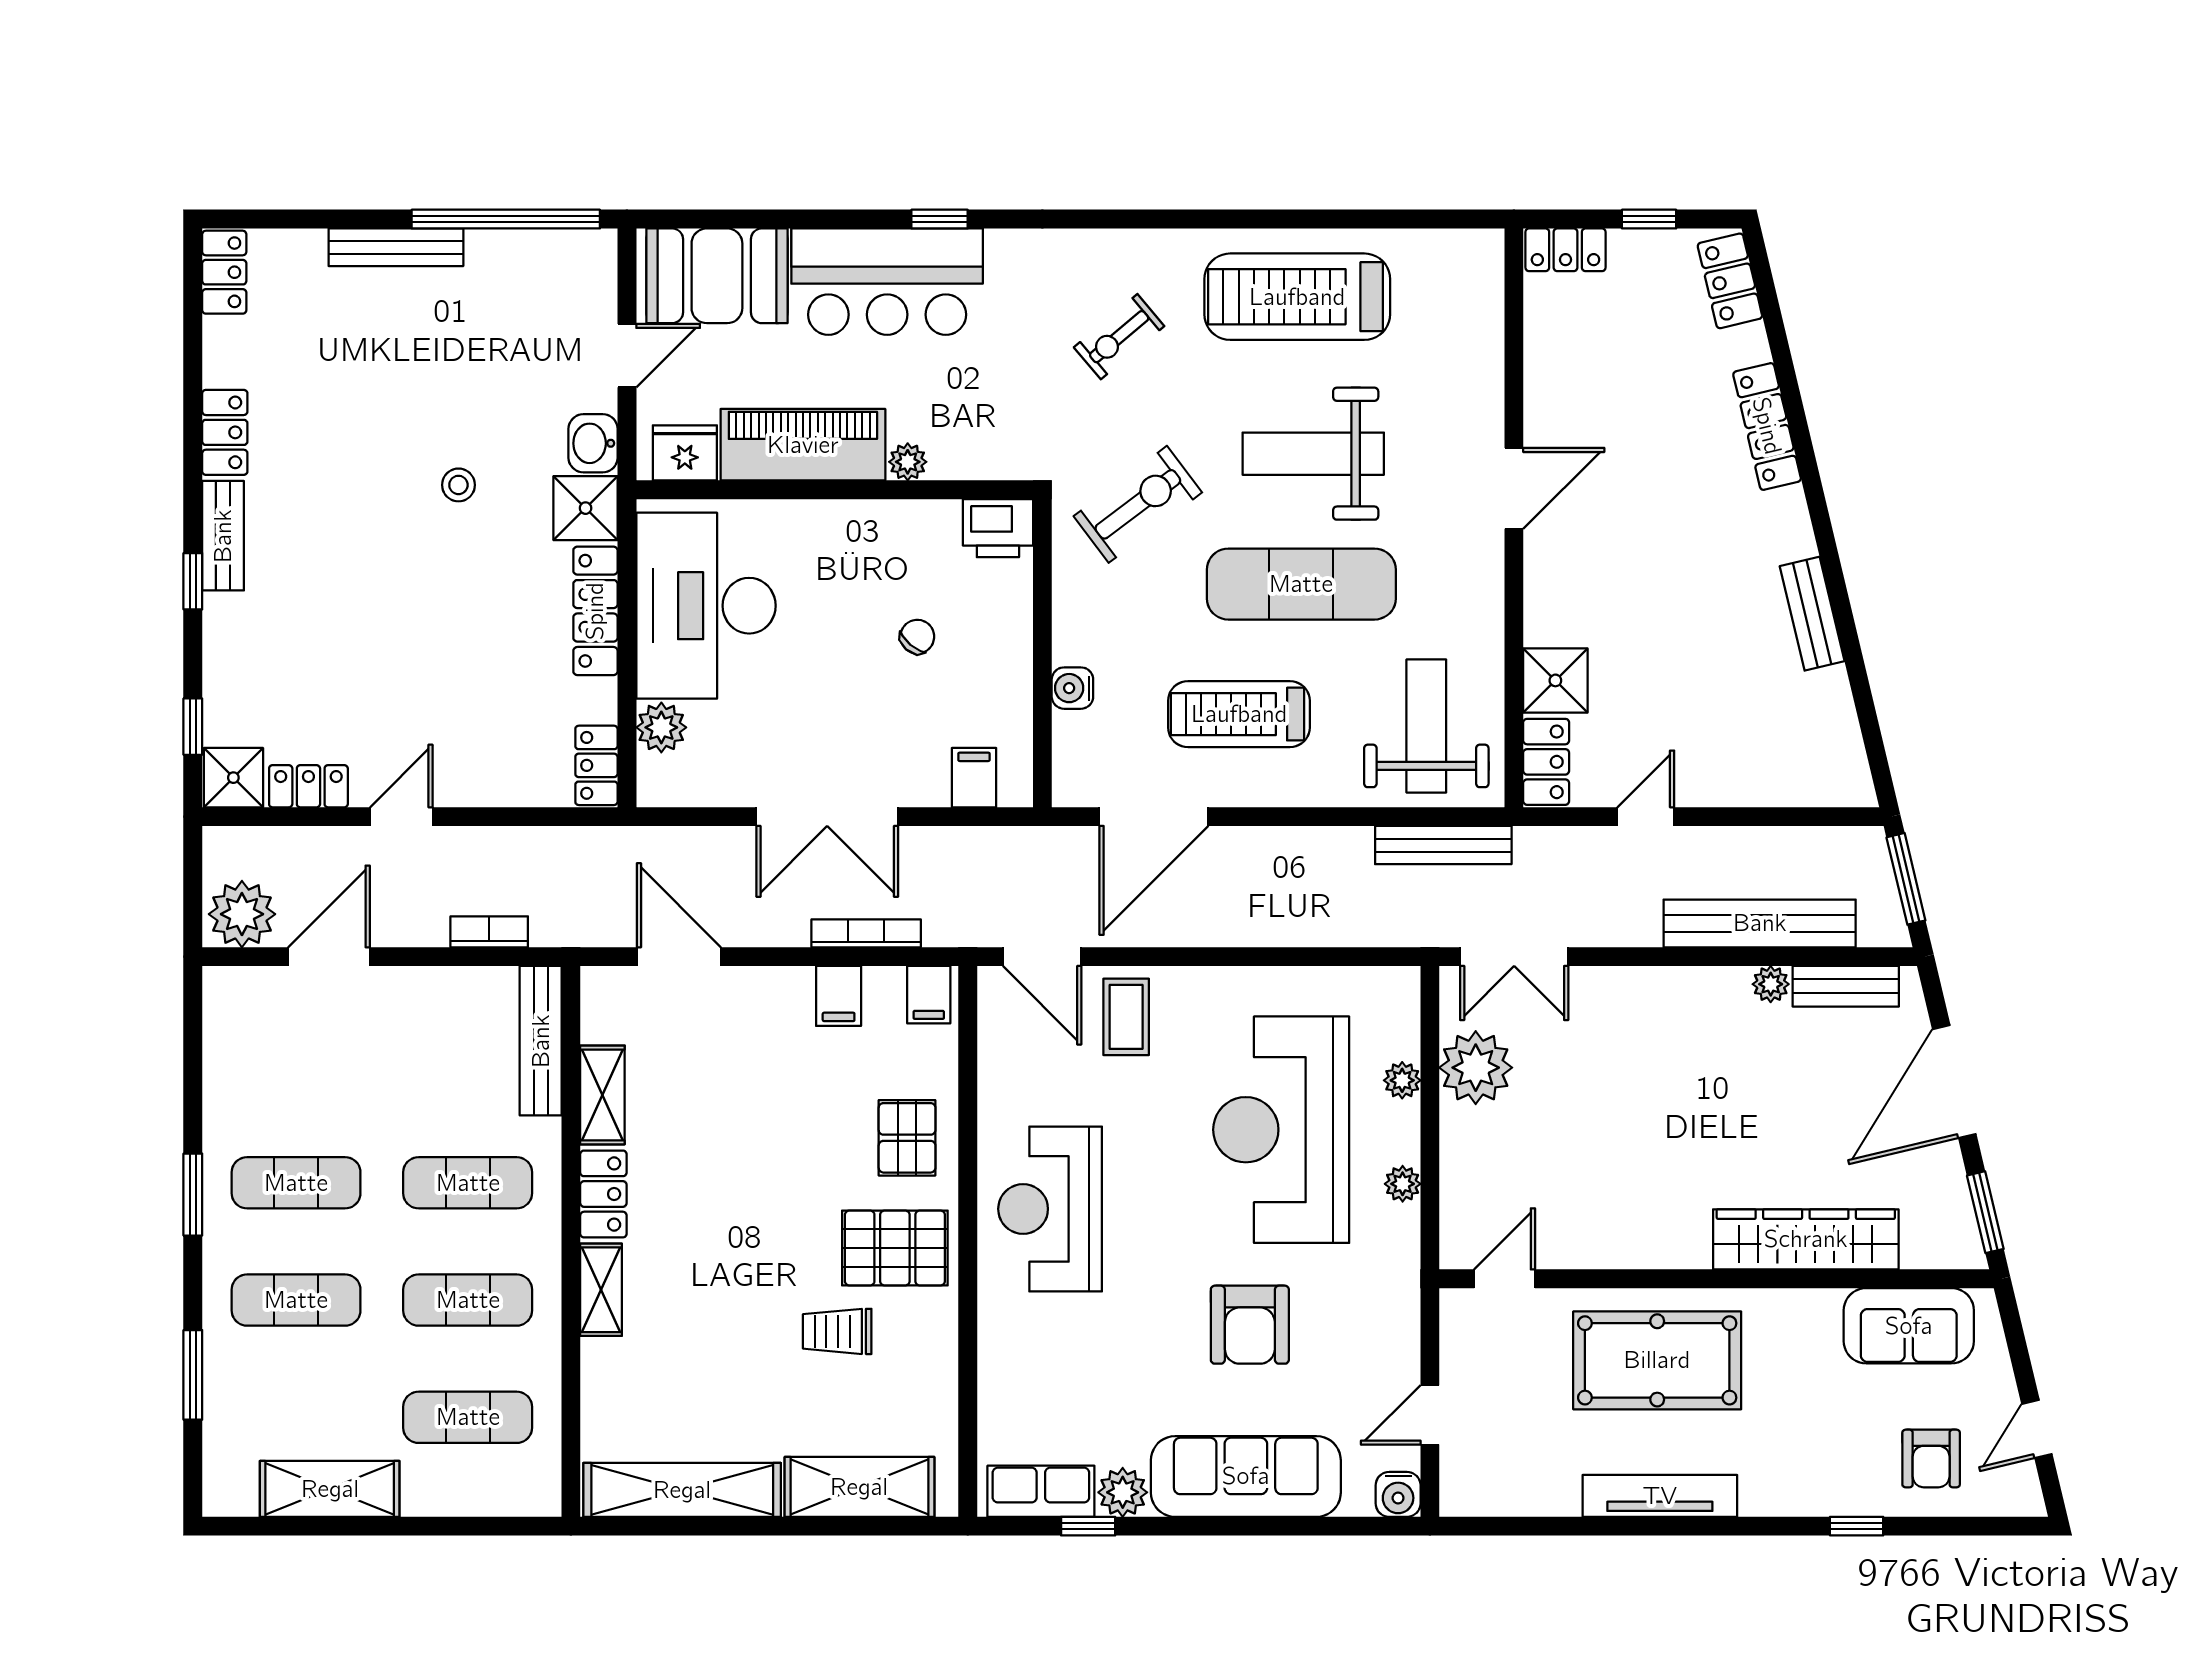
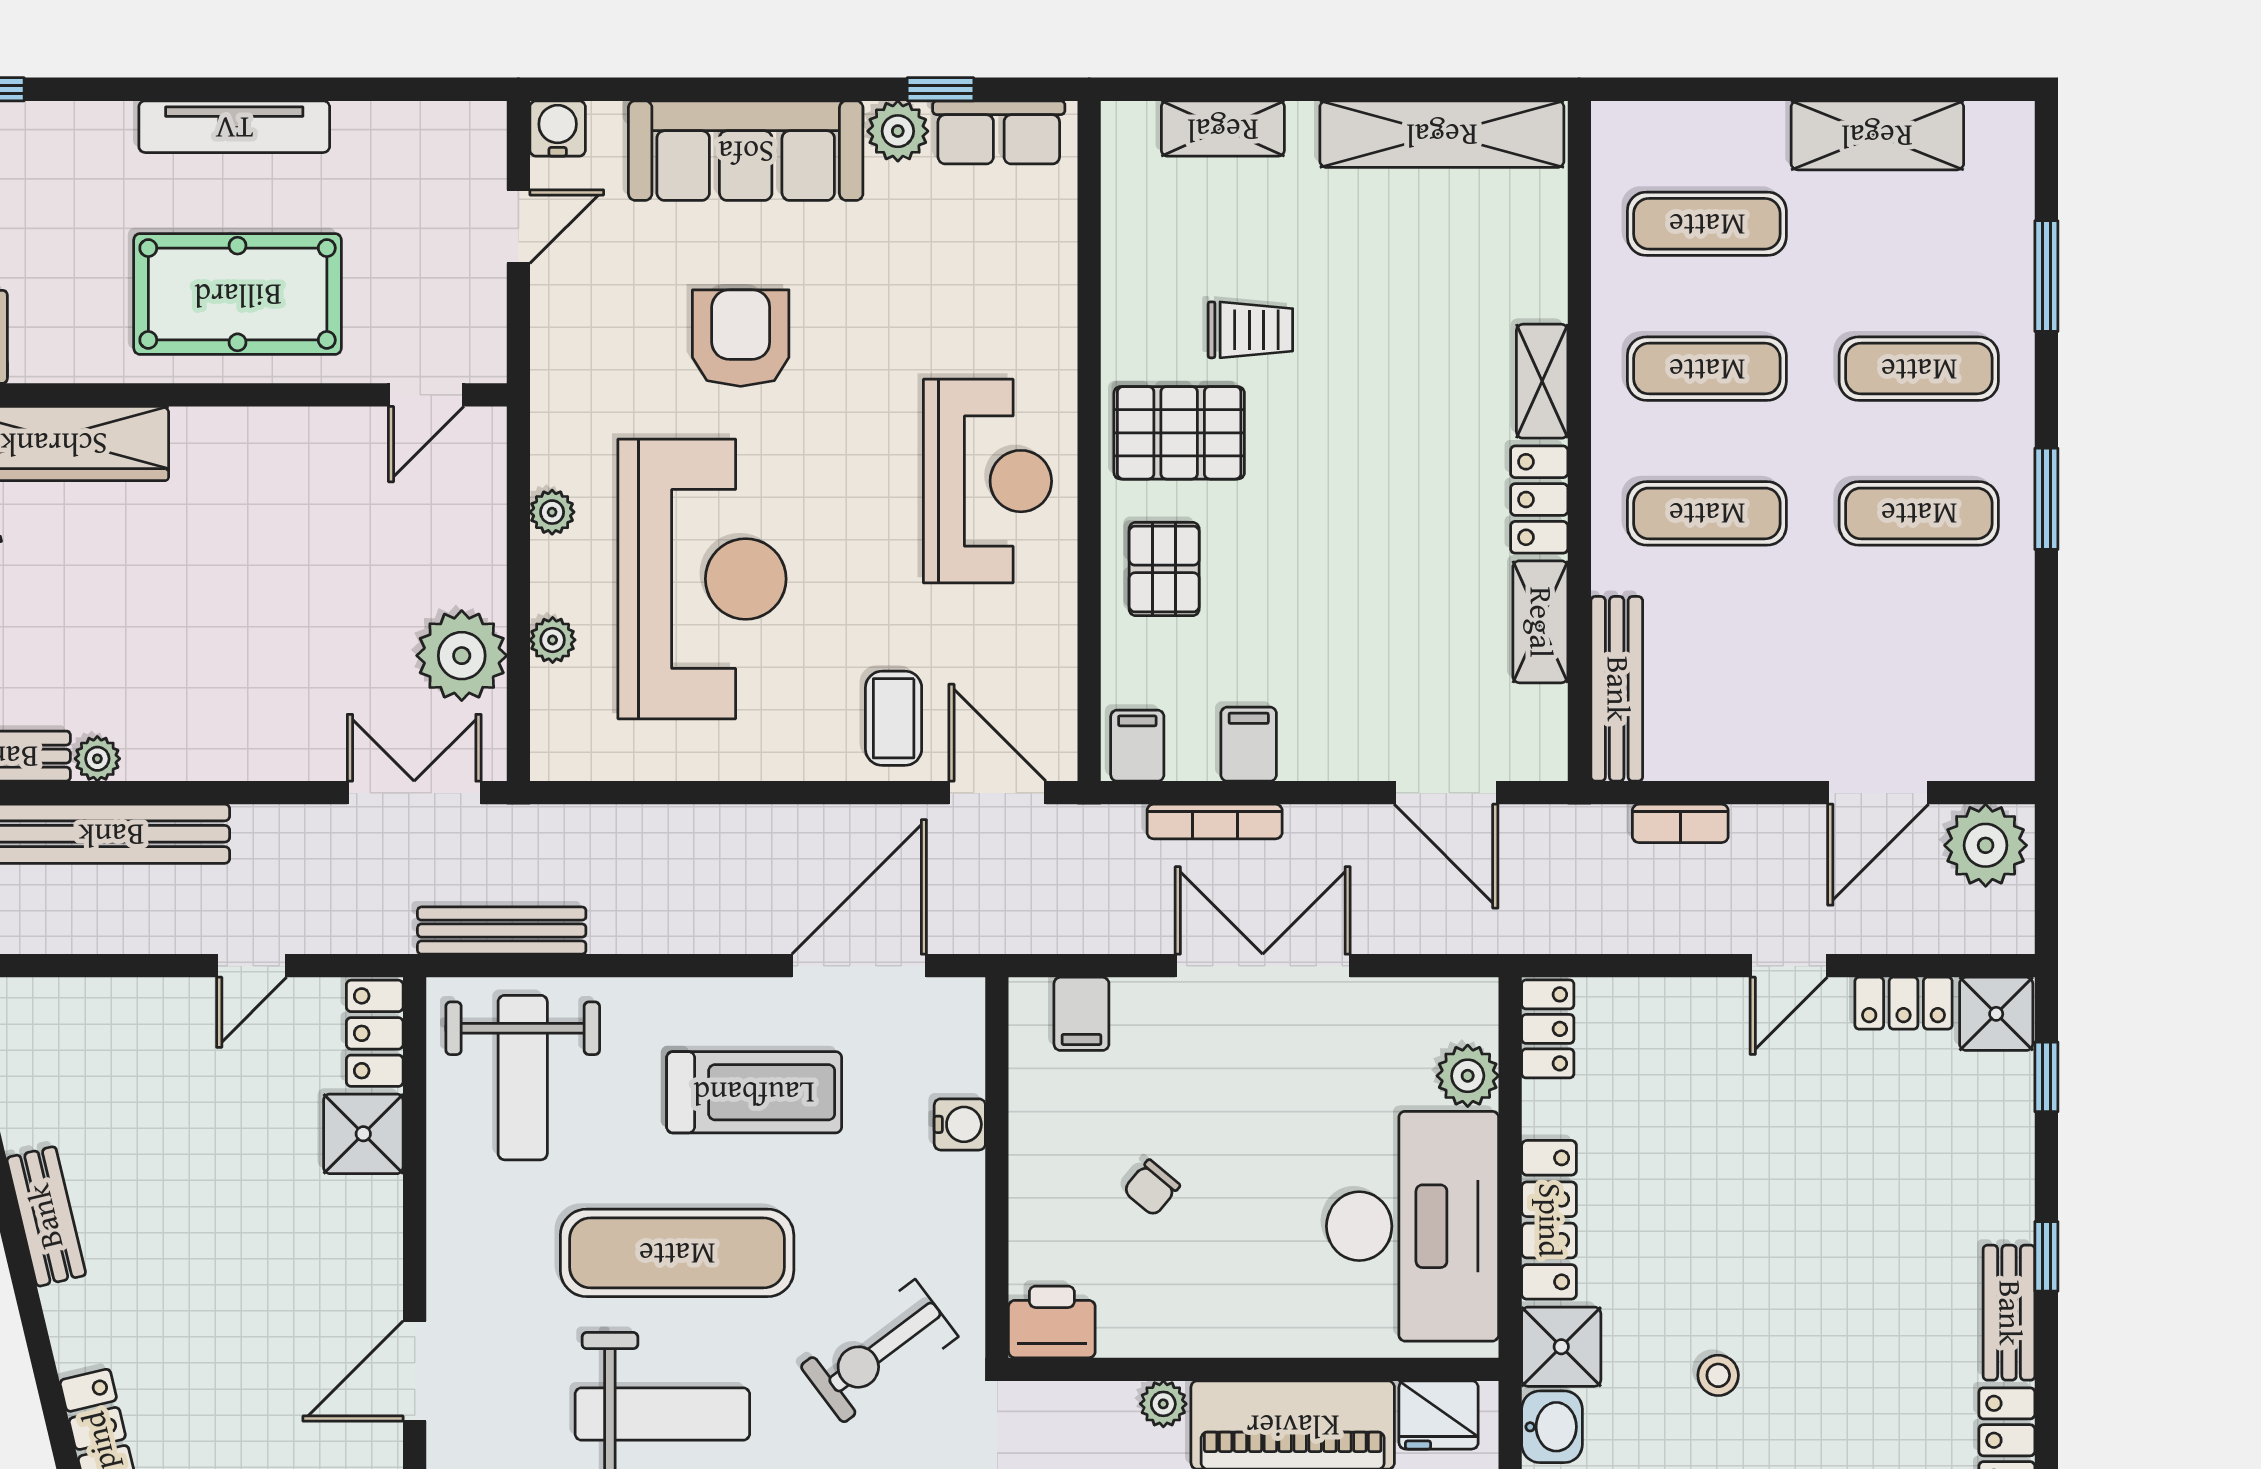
shelving: (859, 1487) -> (1223, 129), width x0.67, depth x0.75

